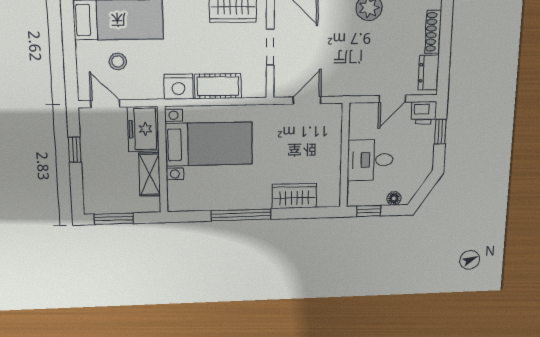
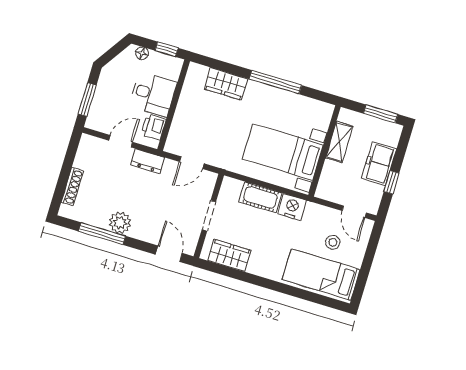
dresser: (429, 73) -> (148, 161), moved, turned 90
printer: (424, 113) -> (154, 127), moved, turned -90
freezer: (143, 129) -> (379, 164), moved, turned 180
window: (440, 132) -> (87, 100), width x1.50

